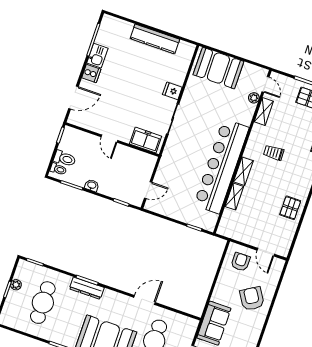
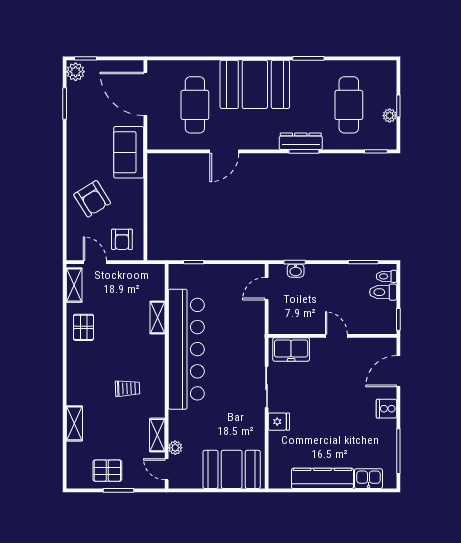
kitchen sink: (97, 56) -> (368, 479), moved, turned 90
shelving: (243, 171) -> (74, 285), moved
washbasin: (92, 185) -> (296, 271), moved

